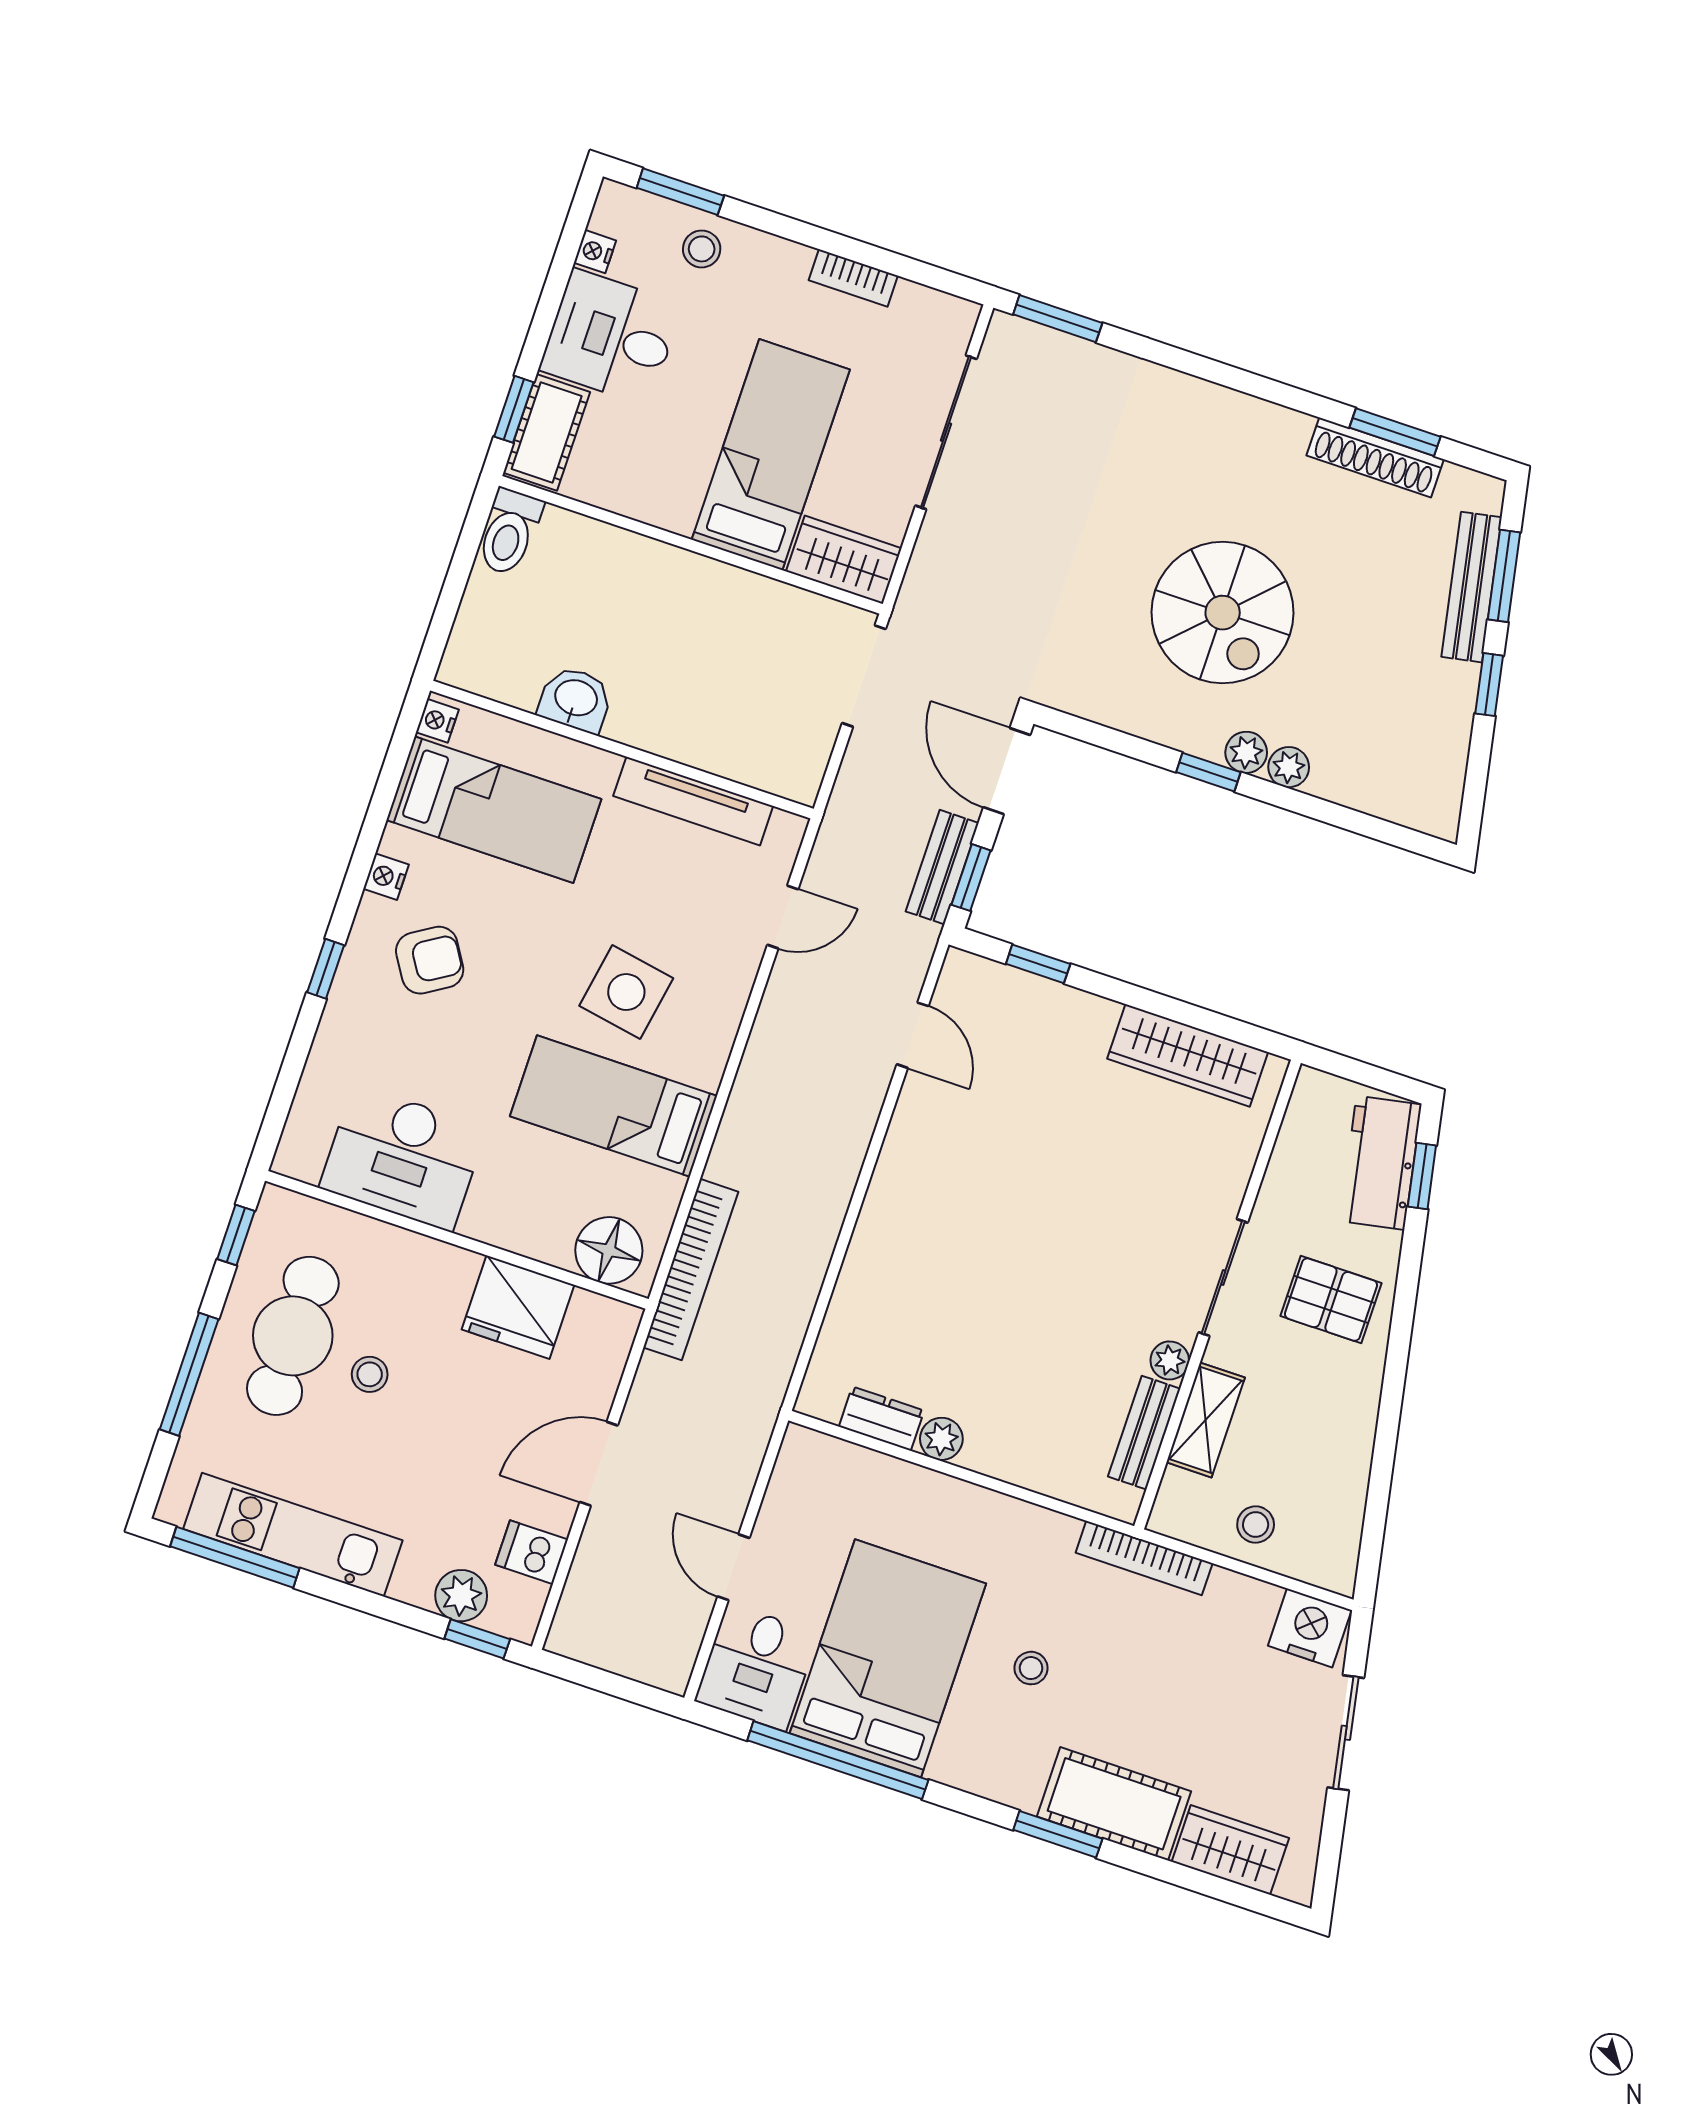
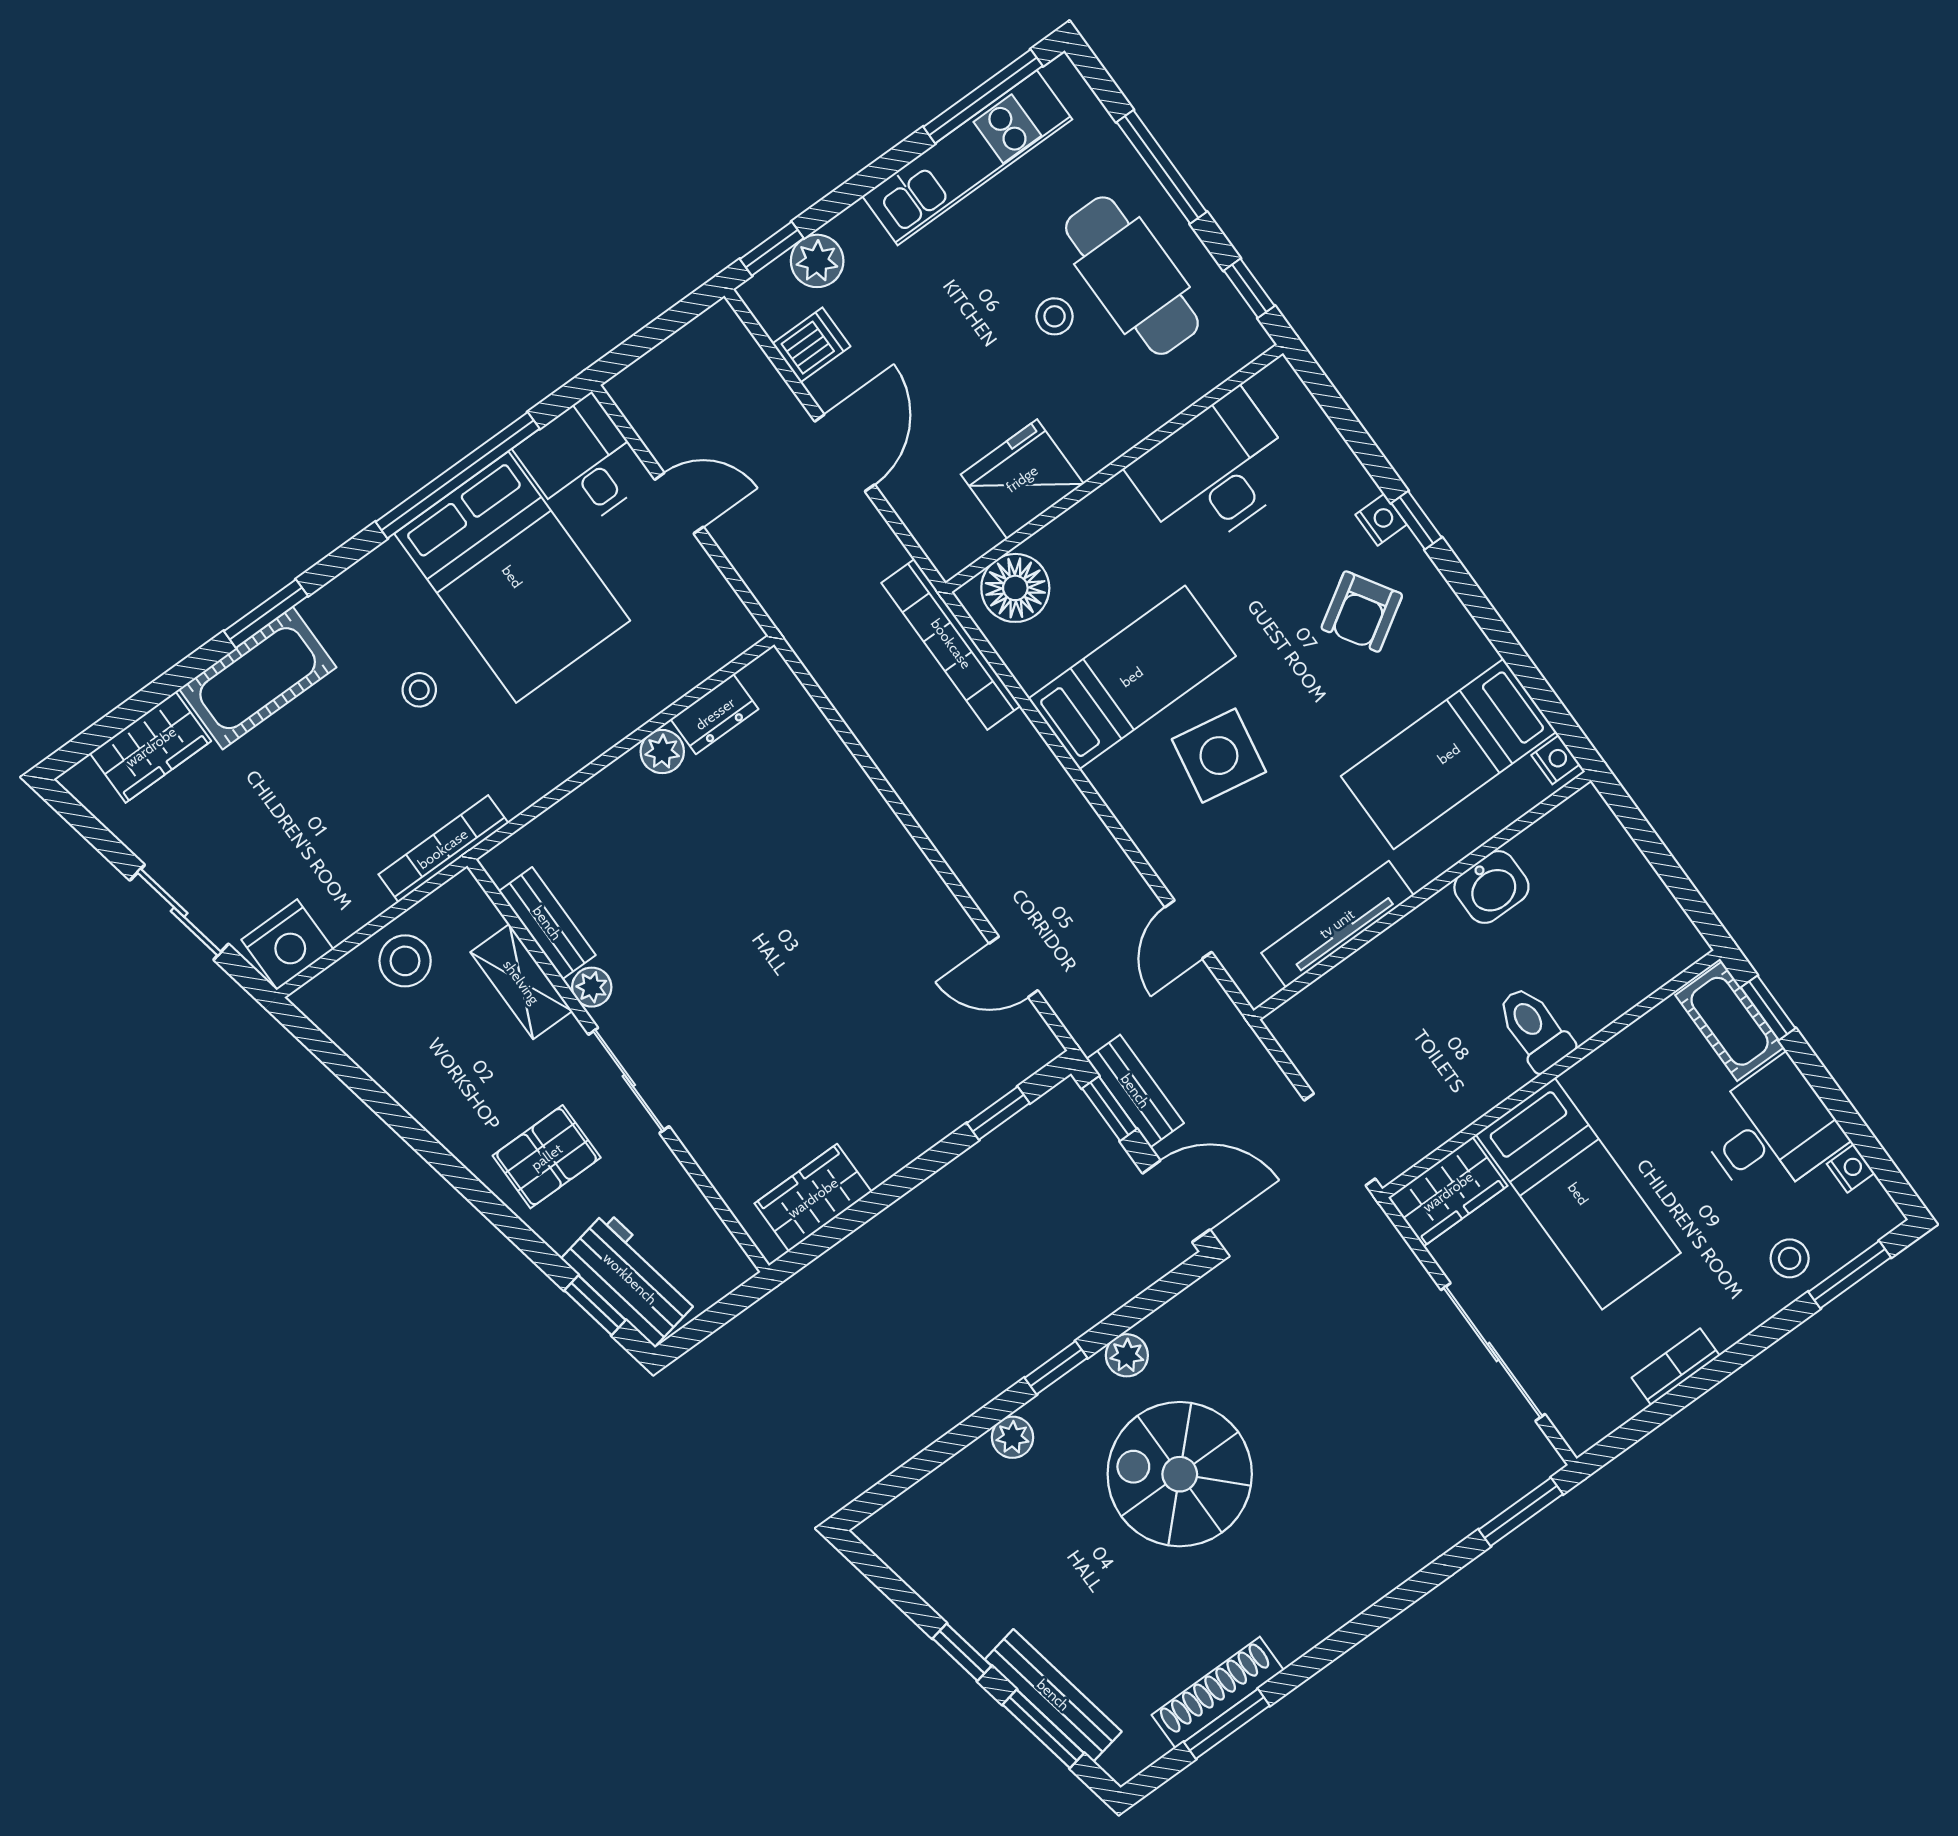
toilet: (509, 532) -> (1535, 1028), moved
plant: (1246, 752) -> (1127, 1355), moved
nightstand: (386, 877) -> (1381, 520), moved
wardrobe: (1188, 1055) -> (813, 1198), width x0.67
stool: (1256, 1524) -> (405, 961), width x1.37, depth x1.37

